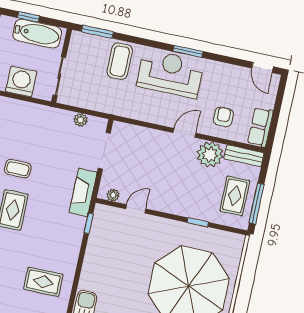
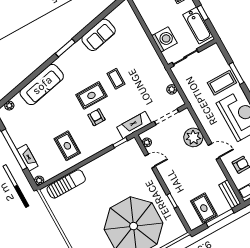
window: (97, 32) -> (236, 73), moved
plant: (210, 154) -> (193, 137), moved
rug: (235, 196) -> (204, 208), turned 90
window: (257, 203) -> (220, 218), moved
armchair: (40, 225) -> (96, 117), added

